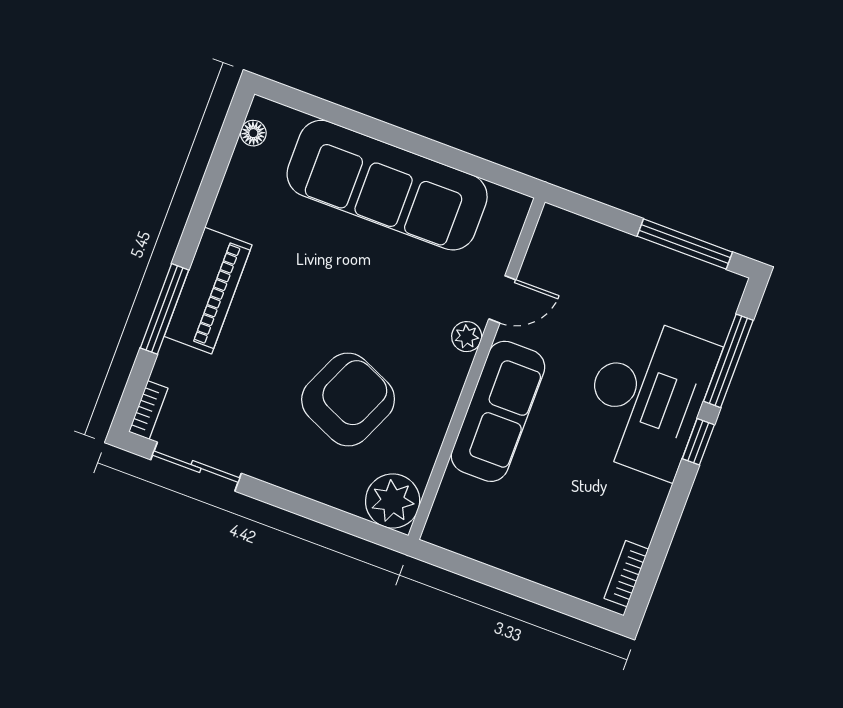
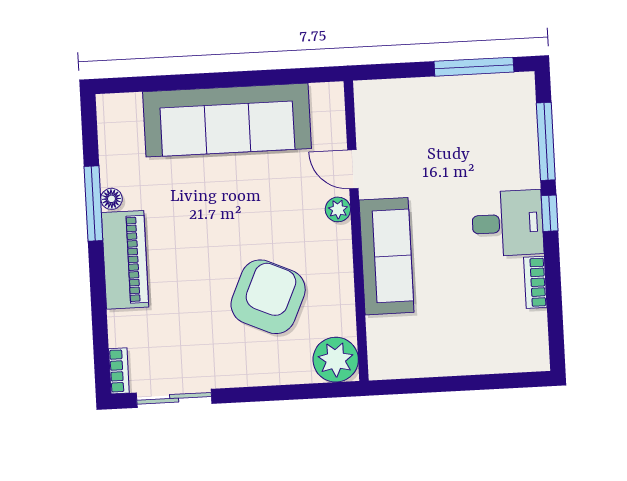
floor lamp: (253, 133) -> (111, 199), moved
door: (502, 299) -> (353, 169), swing flipped
window: (165, 309) -> (93, 204), moved
desk: (647, 396) -> (508, 223), width x0.53, depth x0.77
bookcase: (626, 574) -> (535, 282), moved

